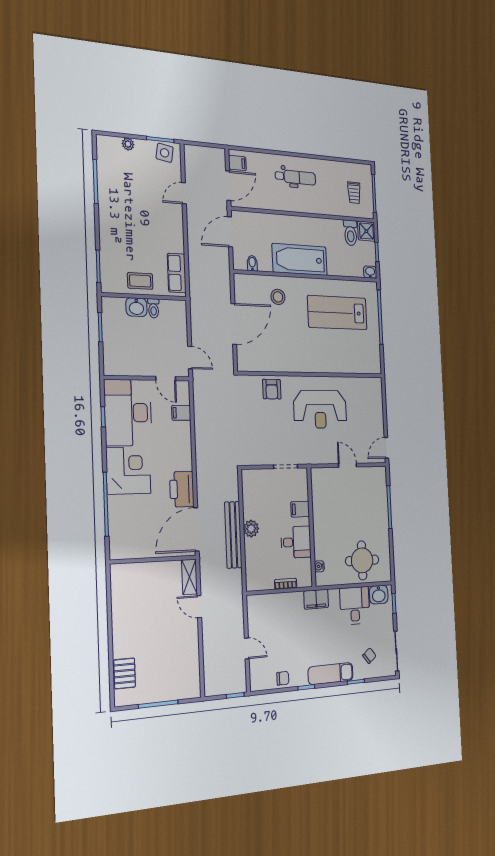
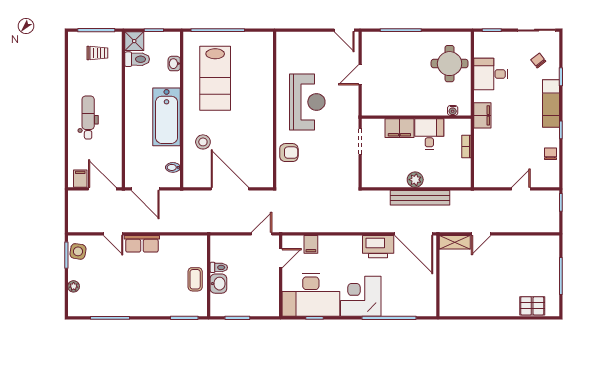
washbasin: (370, 272) -> (174, 64), moved
row of seats: (177, 273) -> (142, 244), moved
filing cabinet: (300, 509) -> (399, 128), width x2.00
washbasin: (379, 595) -> (483, 47), removed

